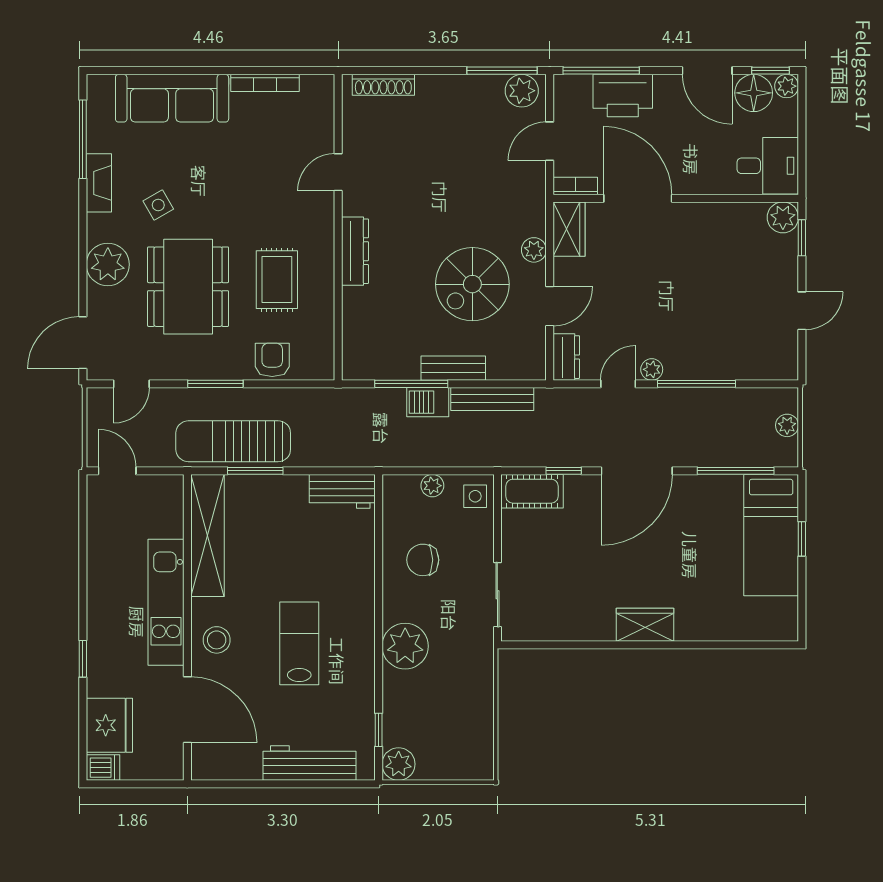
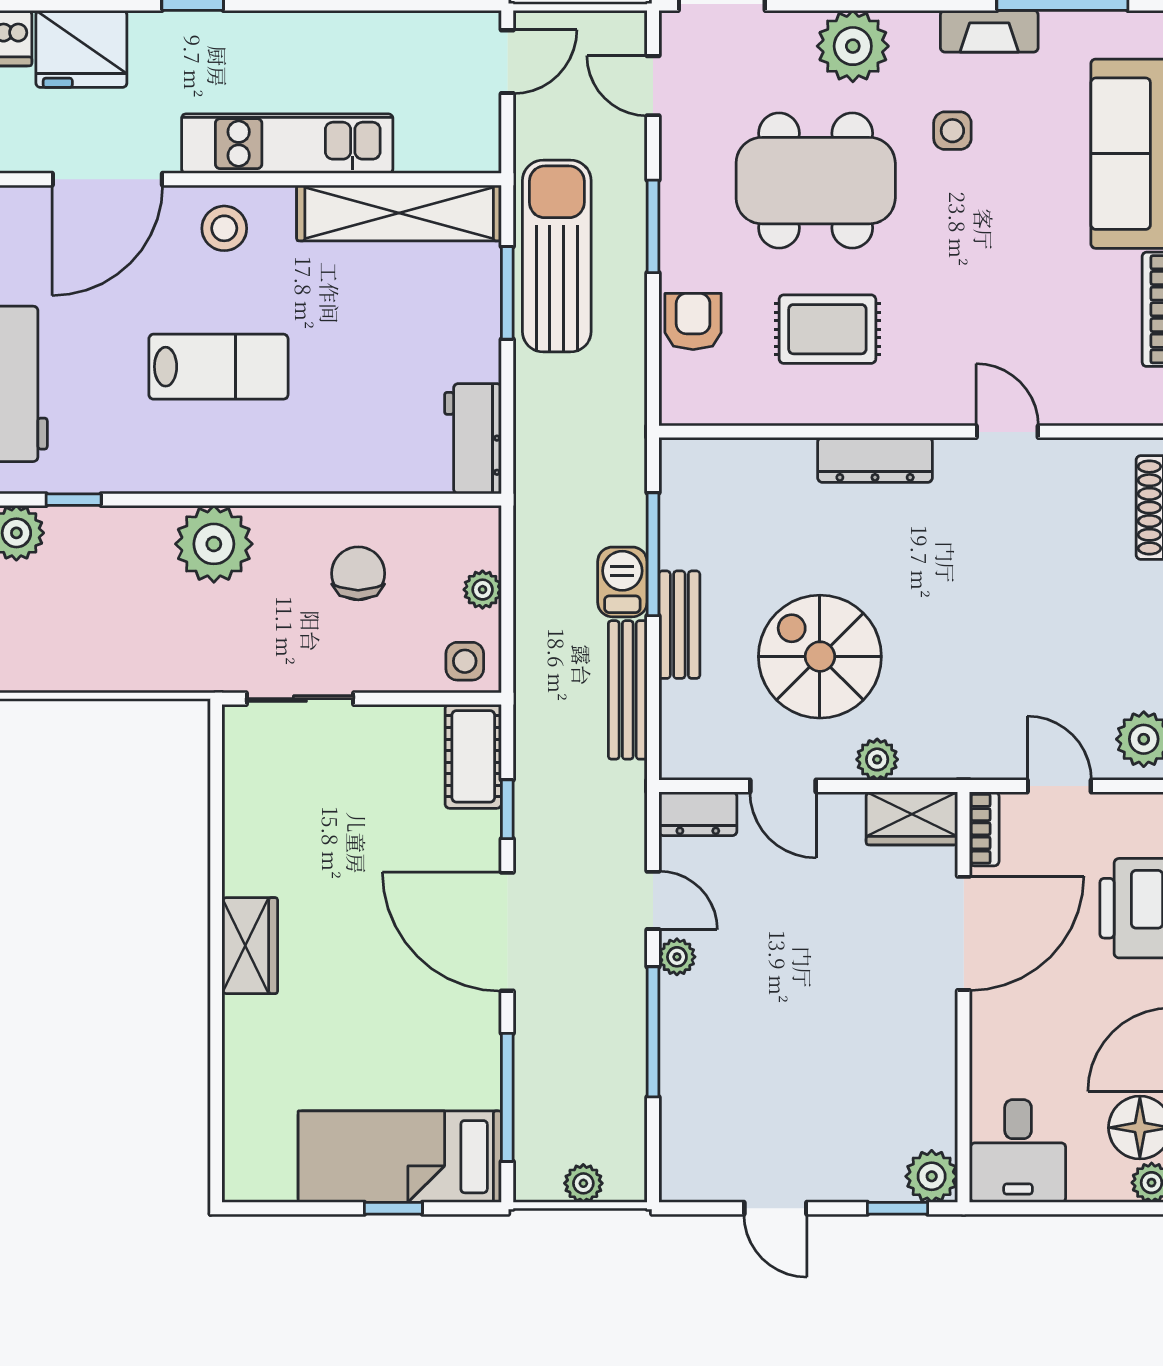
side table: (158, 205) -> (952, 131), turned 30
armchair: (272, 360) -> (693, 321), turned -90

